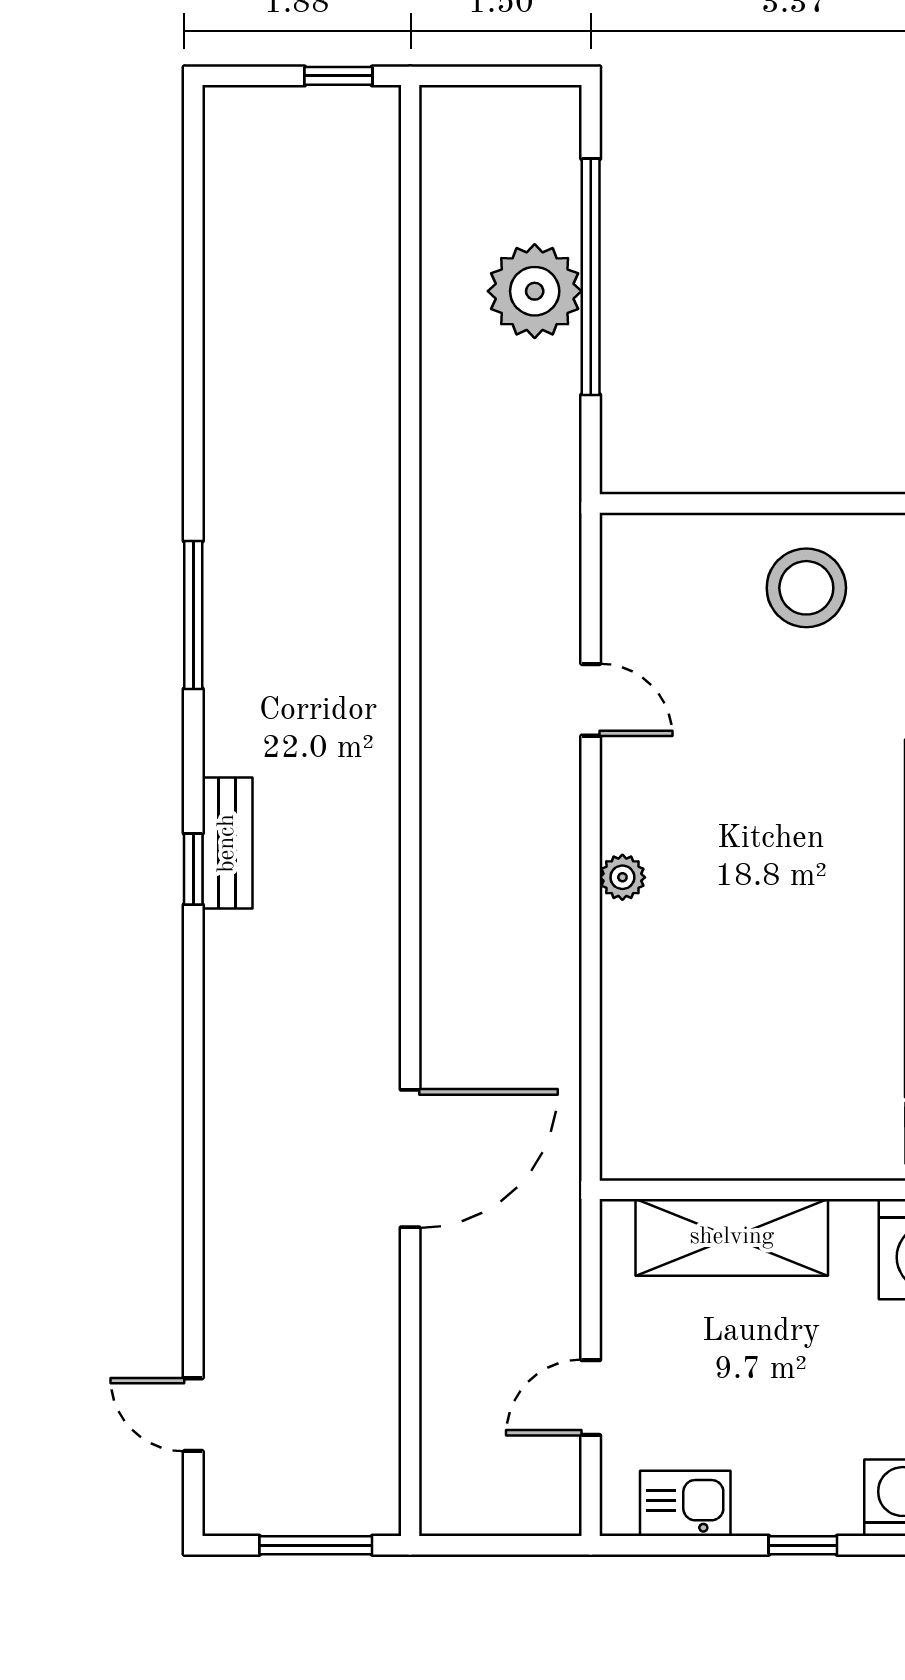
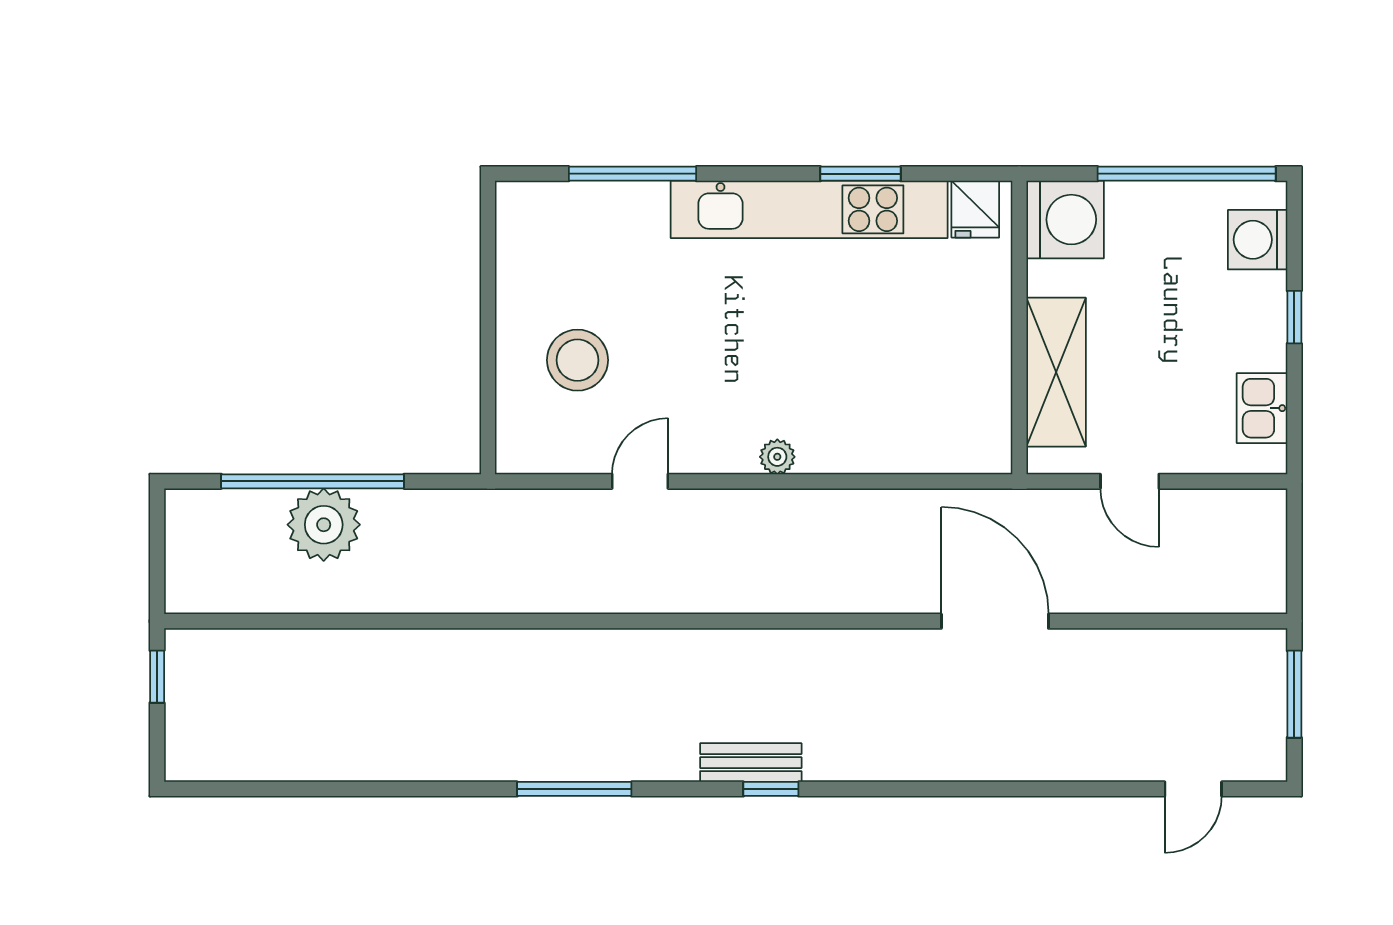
stool: (806, 588) -> (577, 360), moved
door: (591, 1398) -> (1130, 481), moved

